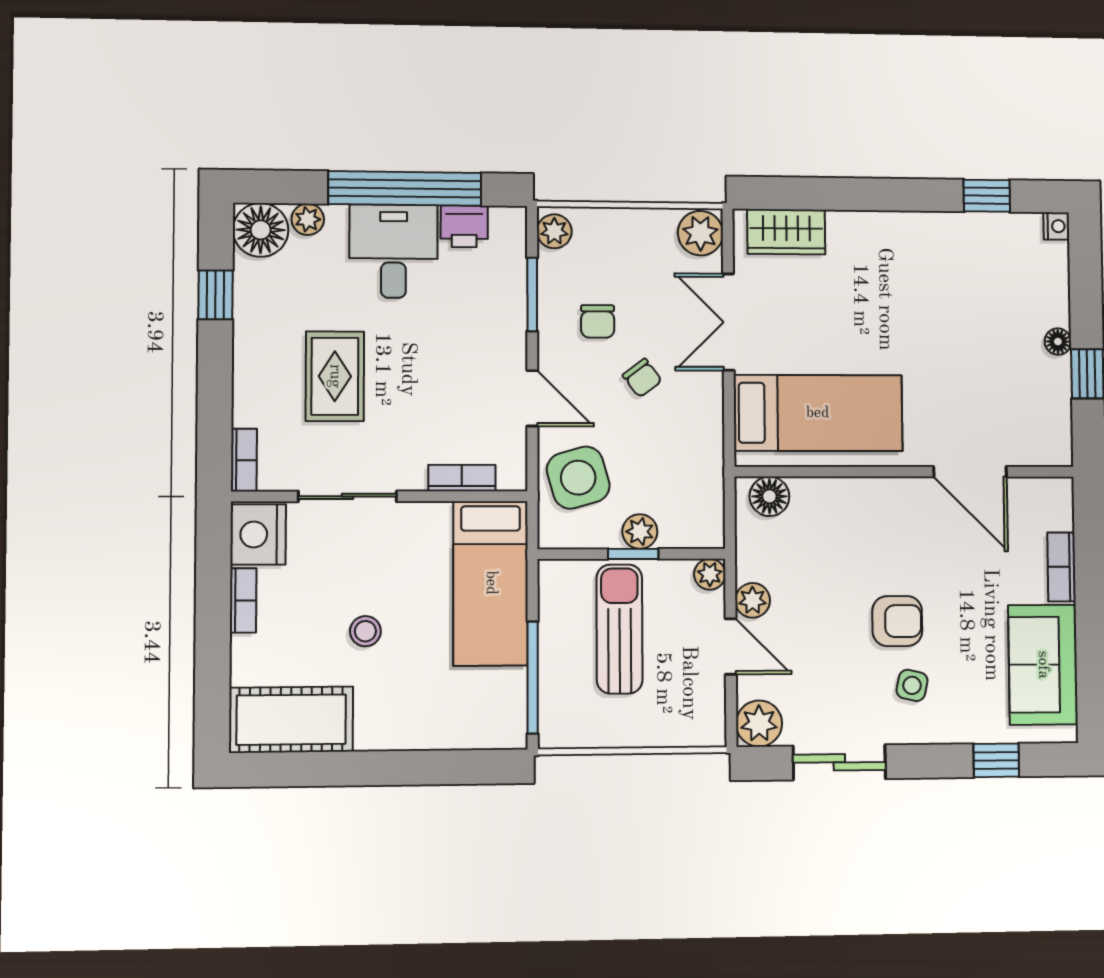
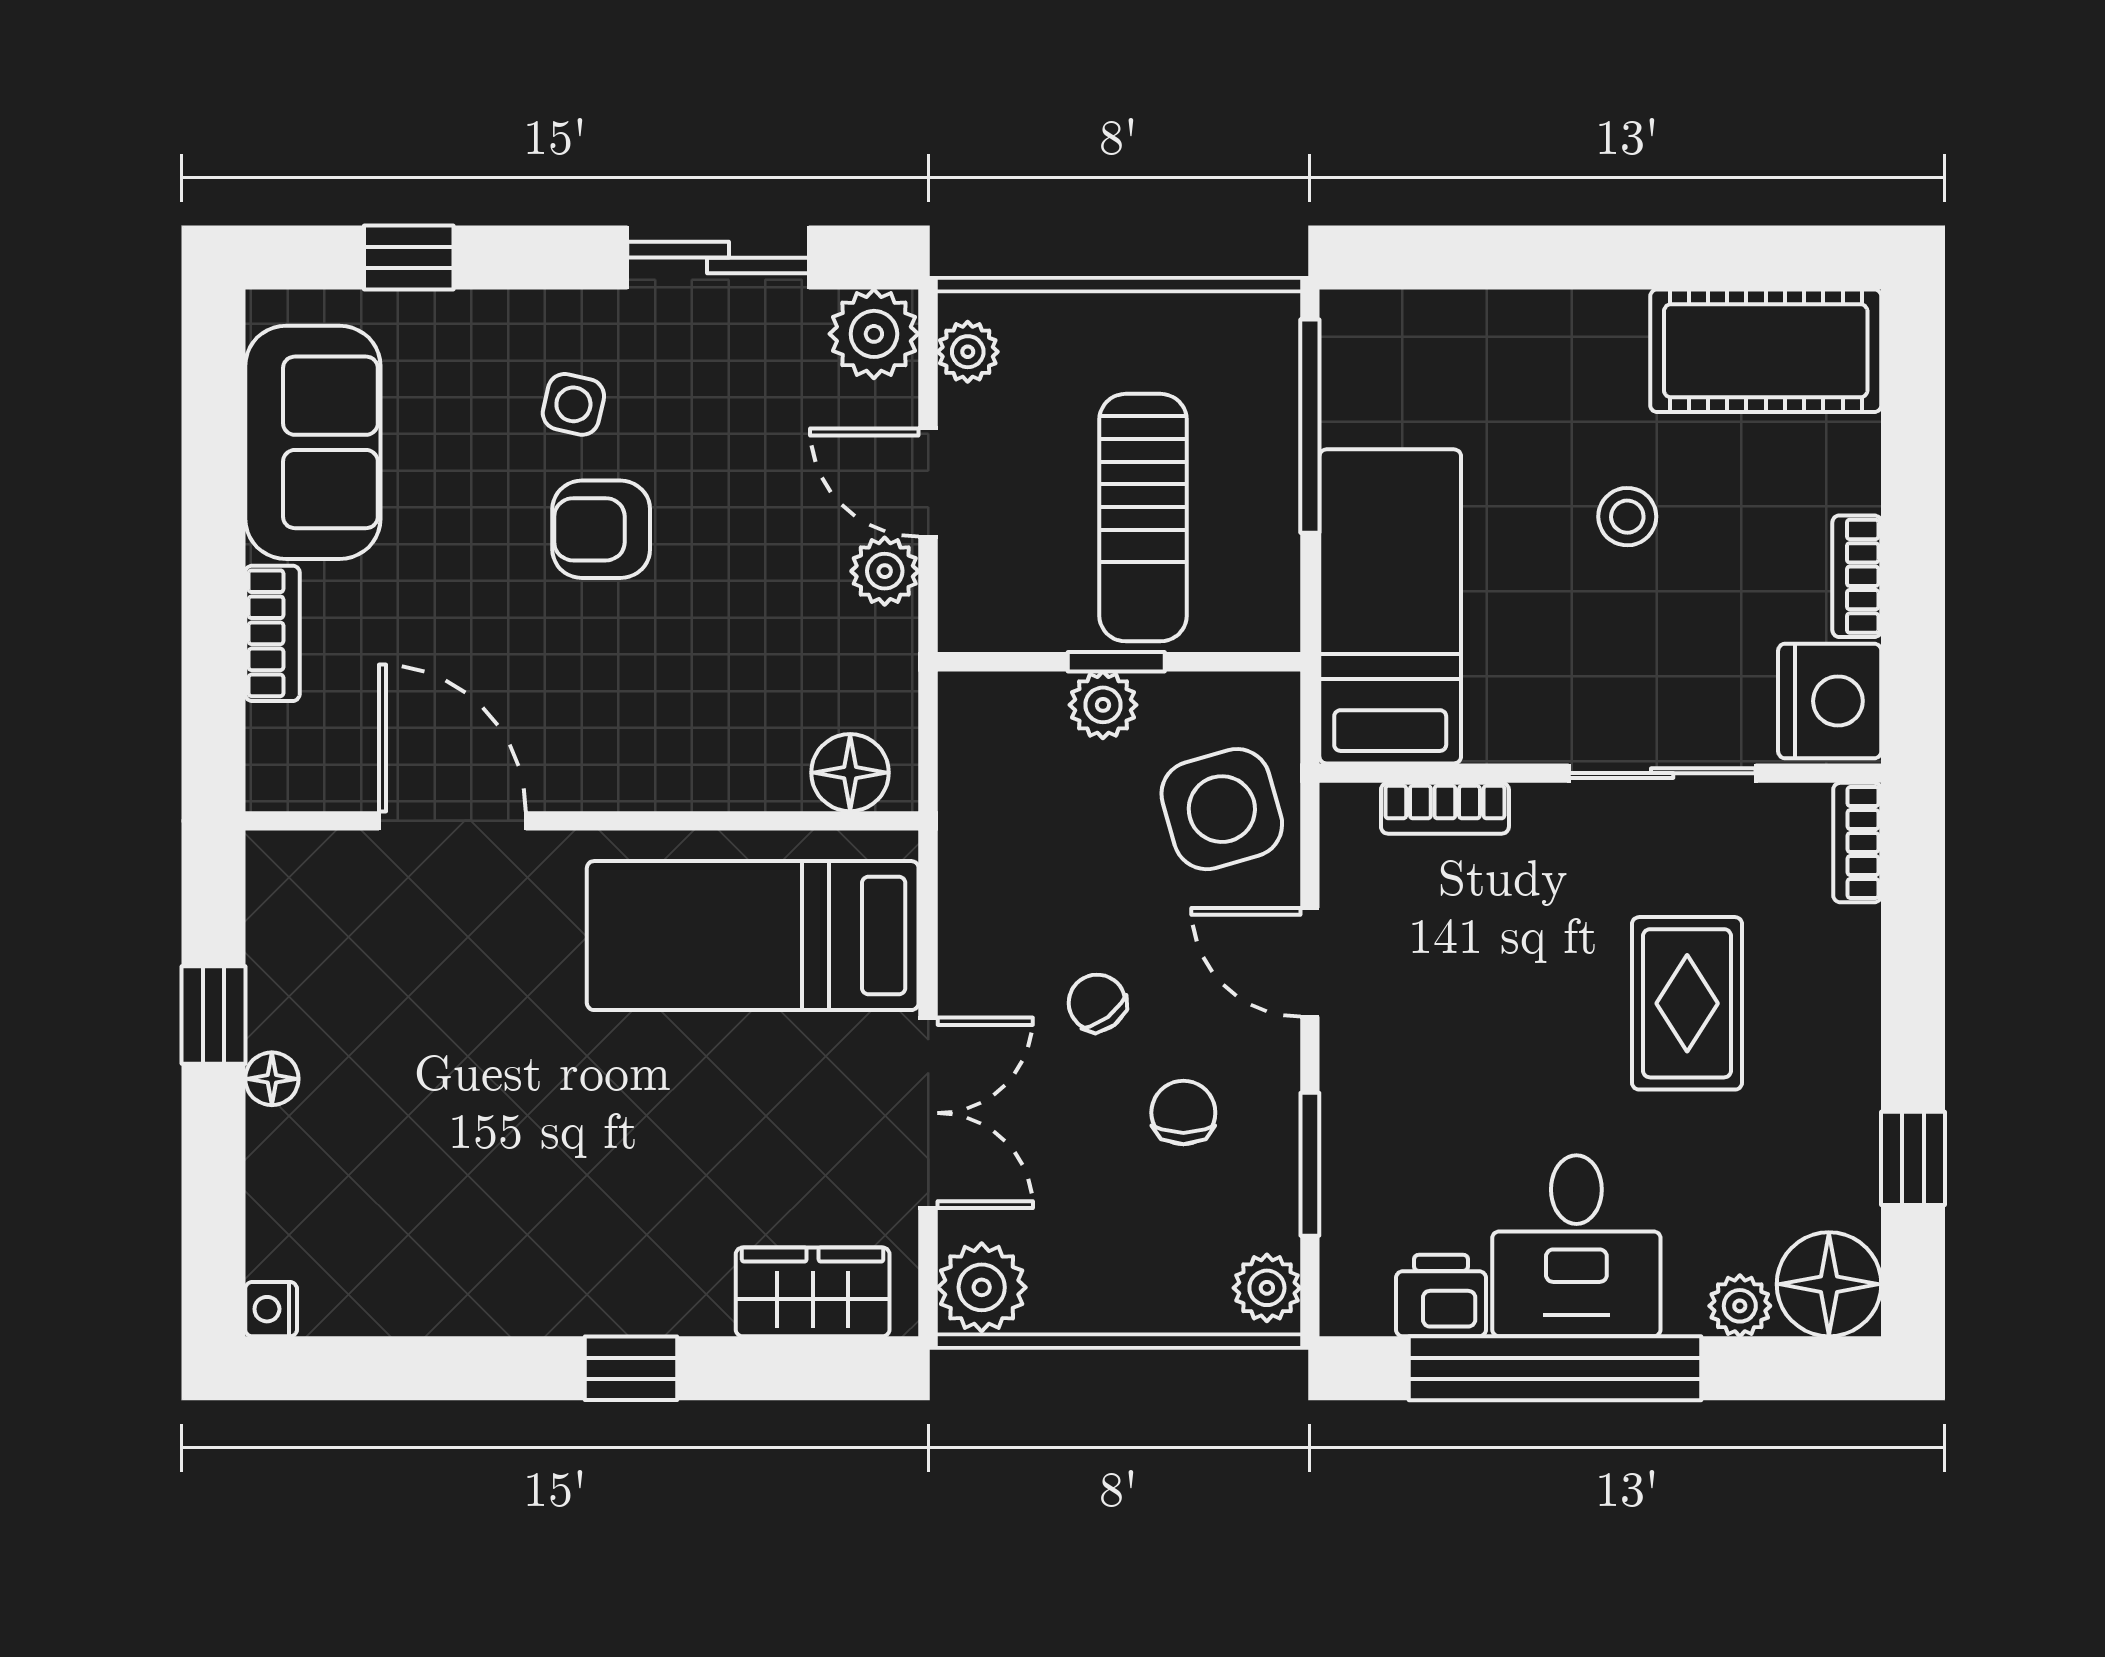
window: (987, 196) -> (631, 1368), moved
plant: (710, 574) -> (968, 352), moved

